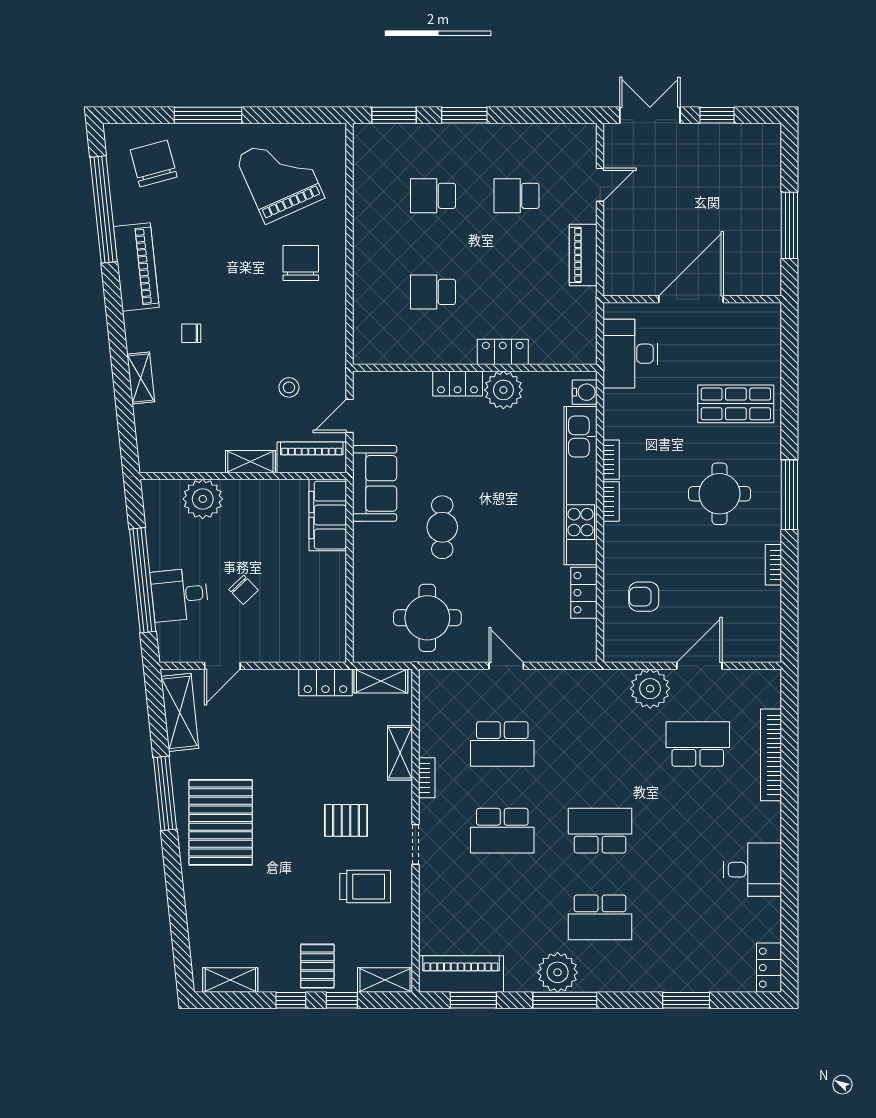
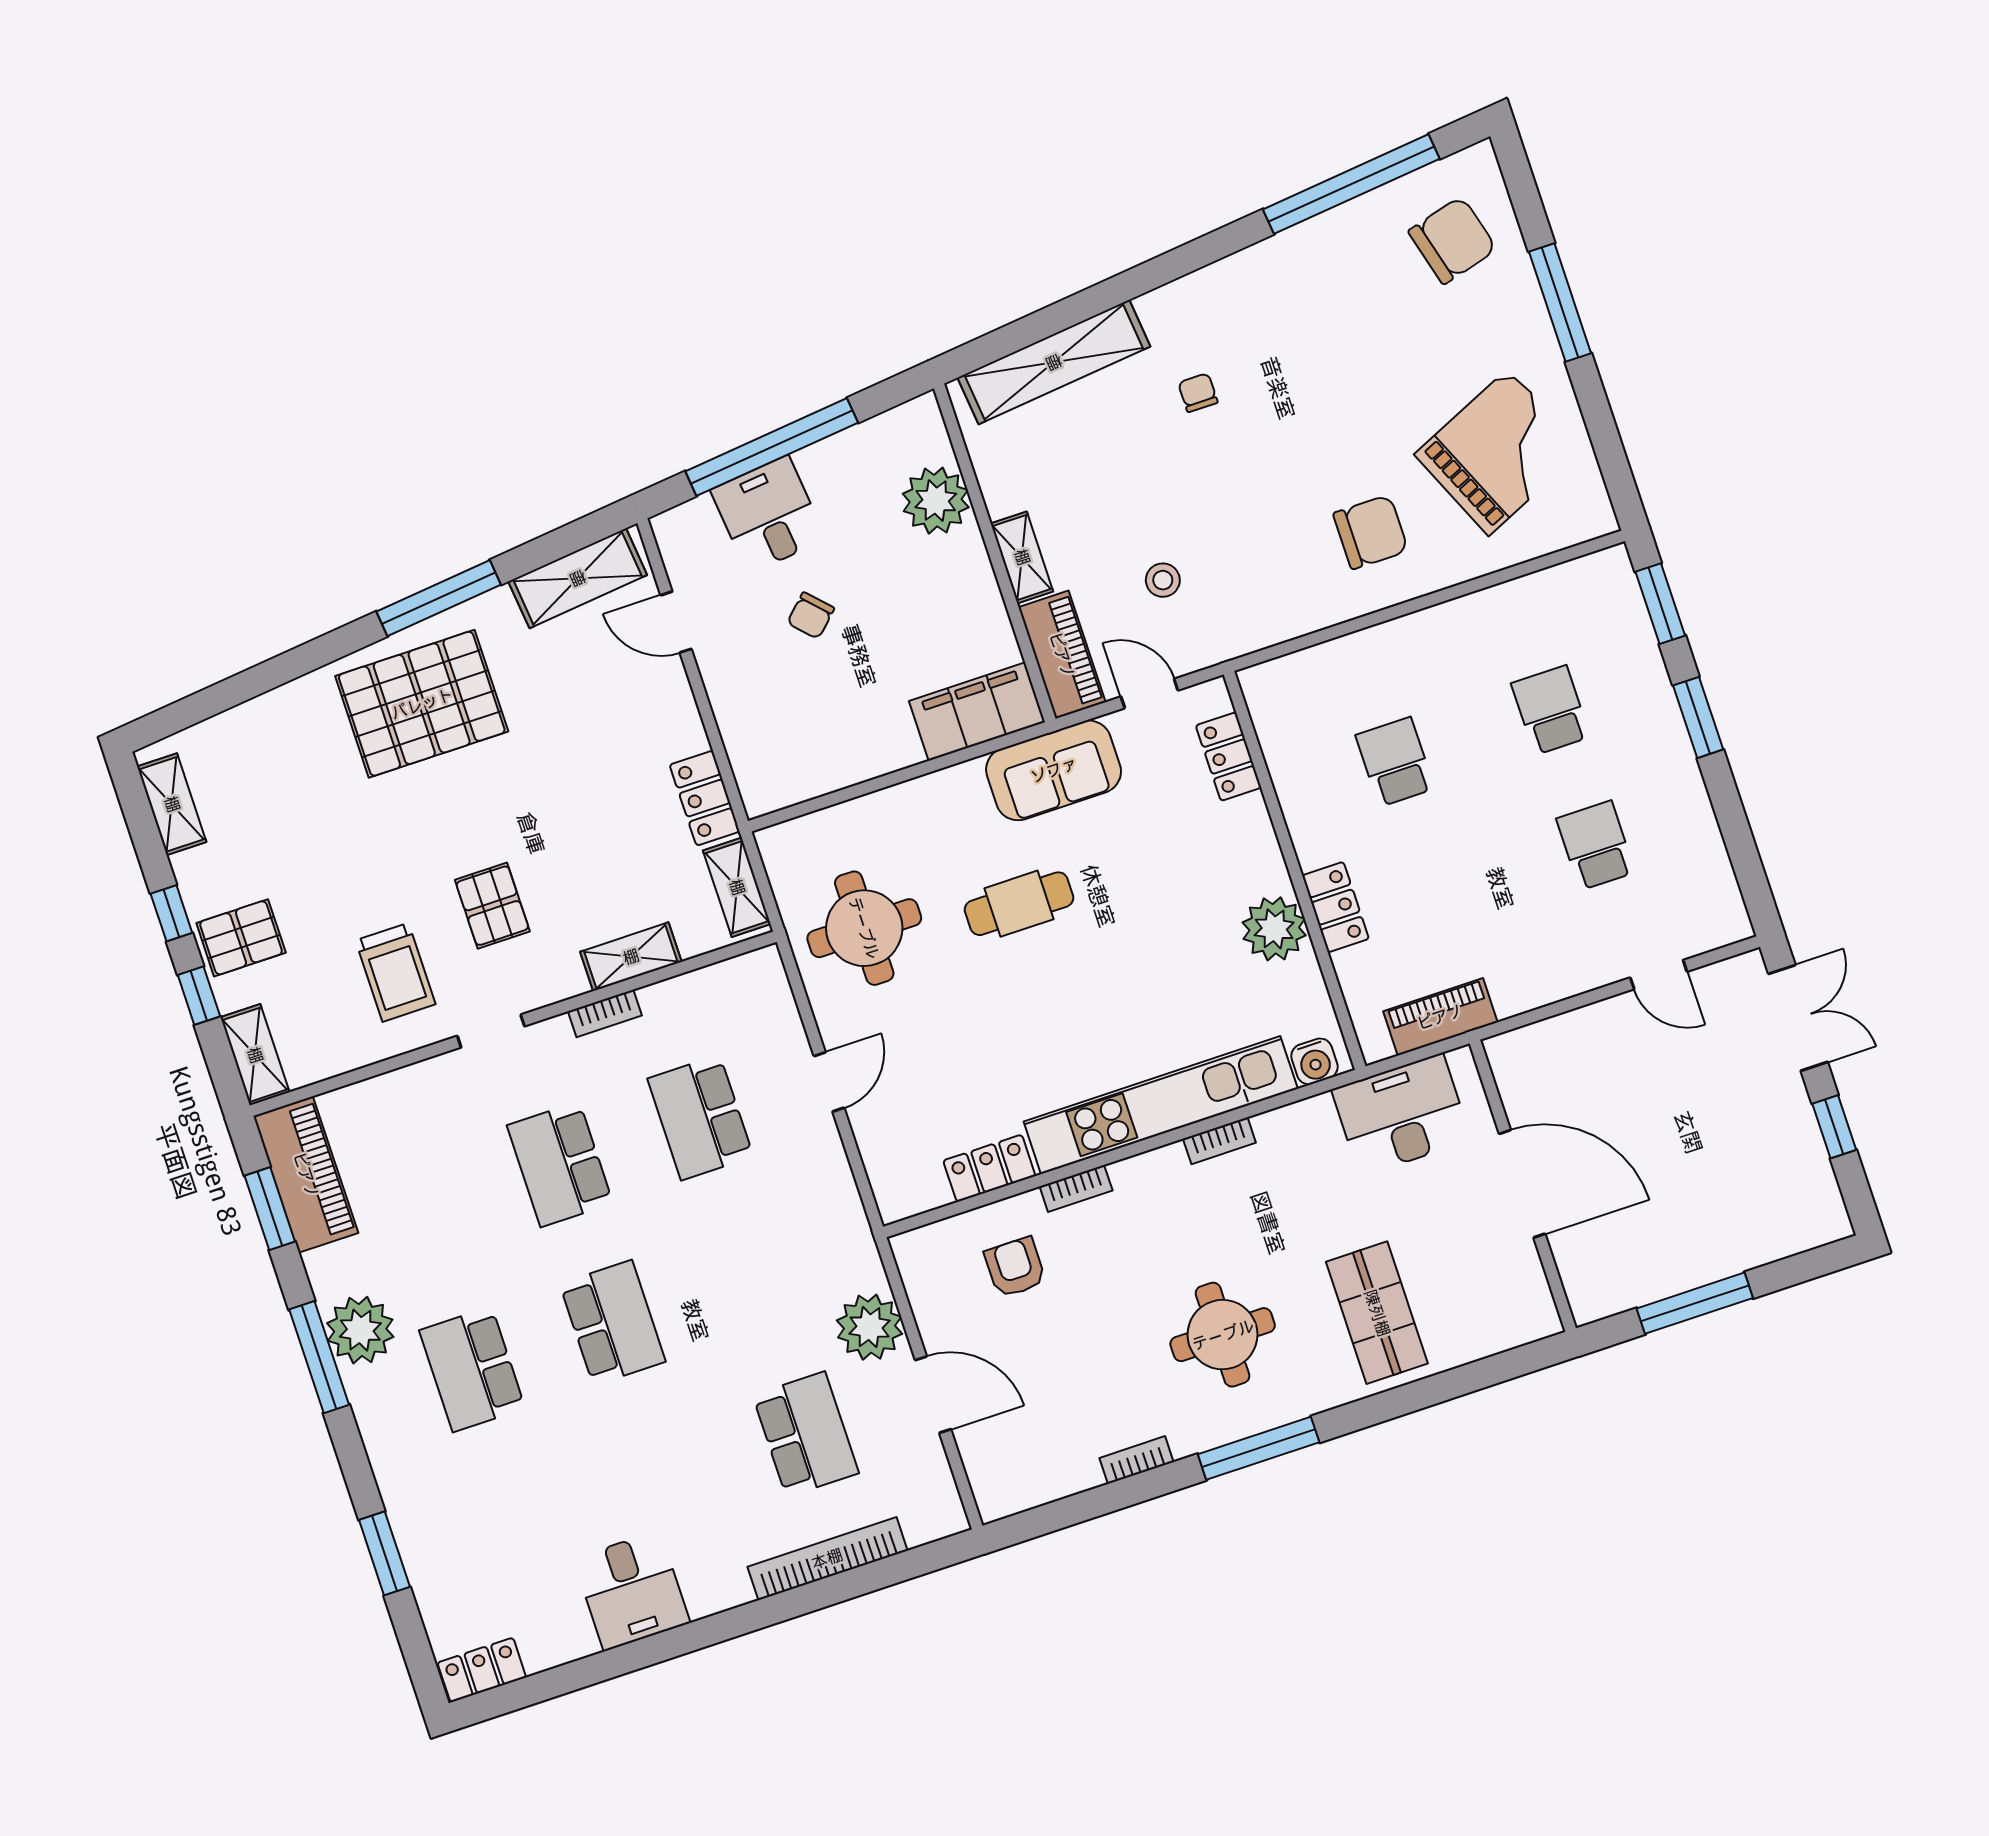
piano: (583, 255) -> (1440, 1017), moved
piano: (136, 267) -> (1276, 268), removed
shelving: (141, 378) -> (1054, 362), width x2.20, depth x1.33
locker: (458, 384) -> (1229, 757), moved
bookcase: (611, 501) -> (1076, 1188), moved

